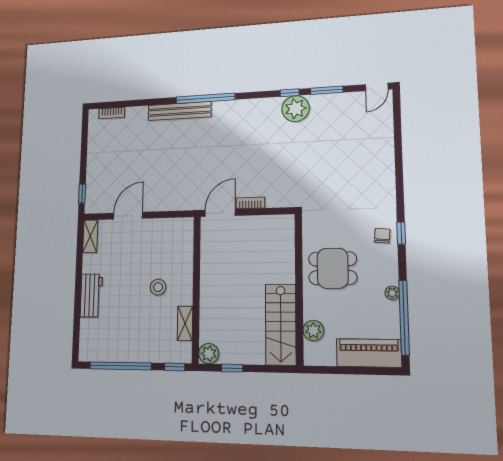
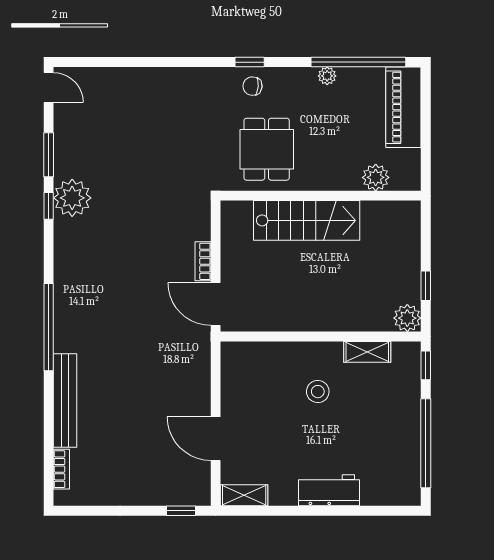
bench: (180, 111) -> (65, 400), moved
dining table: (333, 268) -> (267, 149), moved
stairs: (281, 324) -> (307, 220), moved

